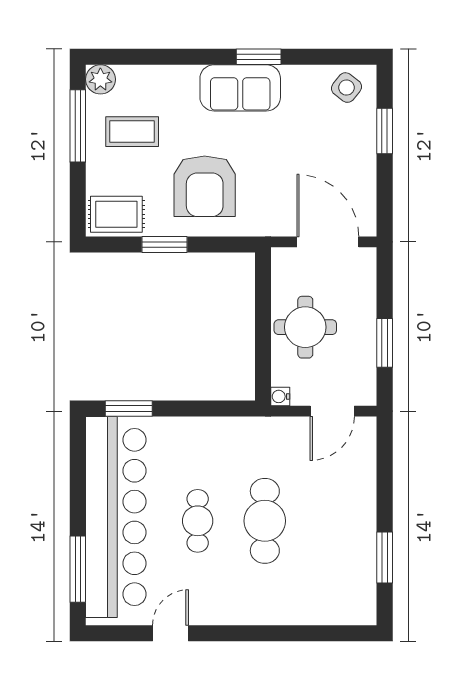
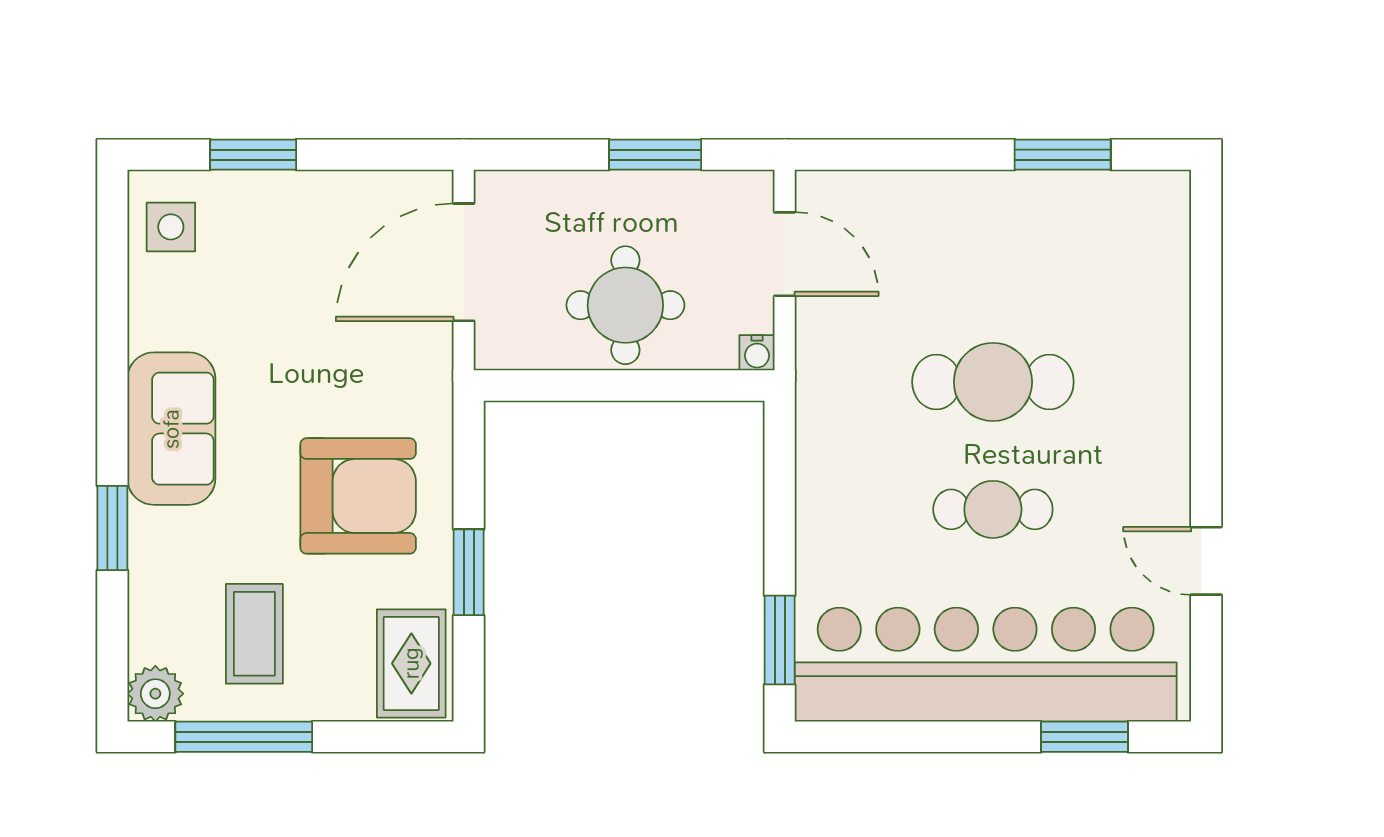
window: (259, 57) -> (112, 528), moved
side table: (346, 88) -> (171, 227), turned -38
window: (78, 569) -> (1085, 737), width x0.69

